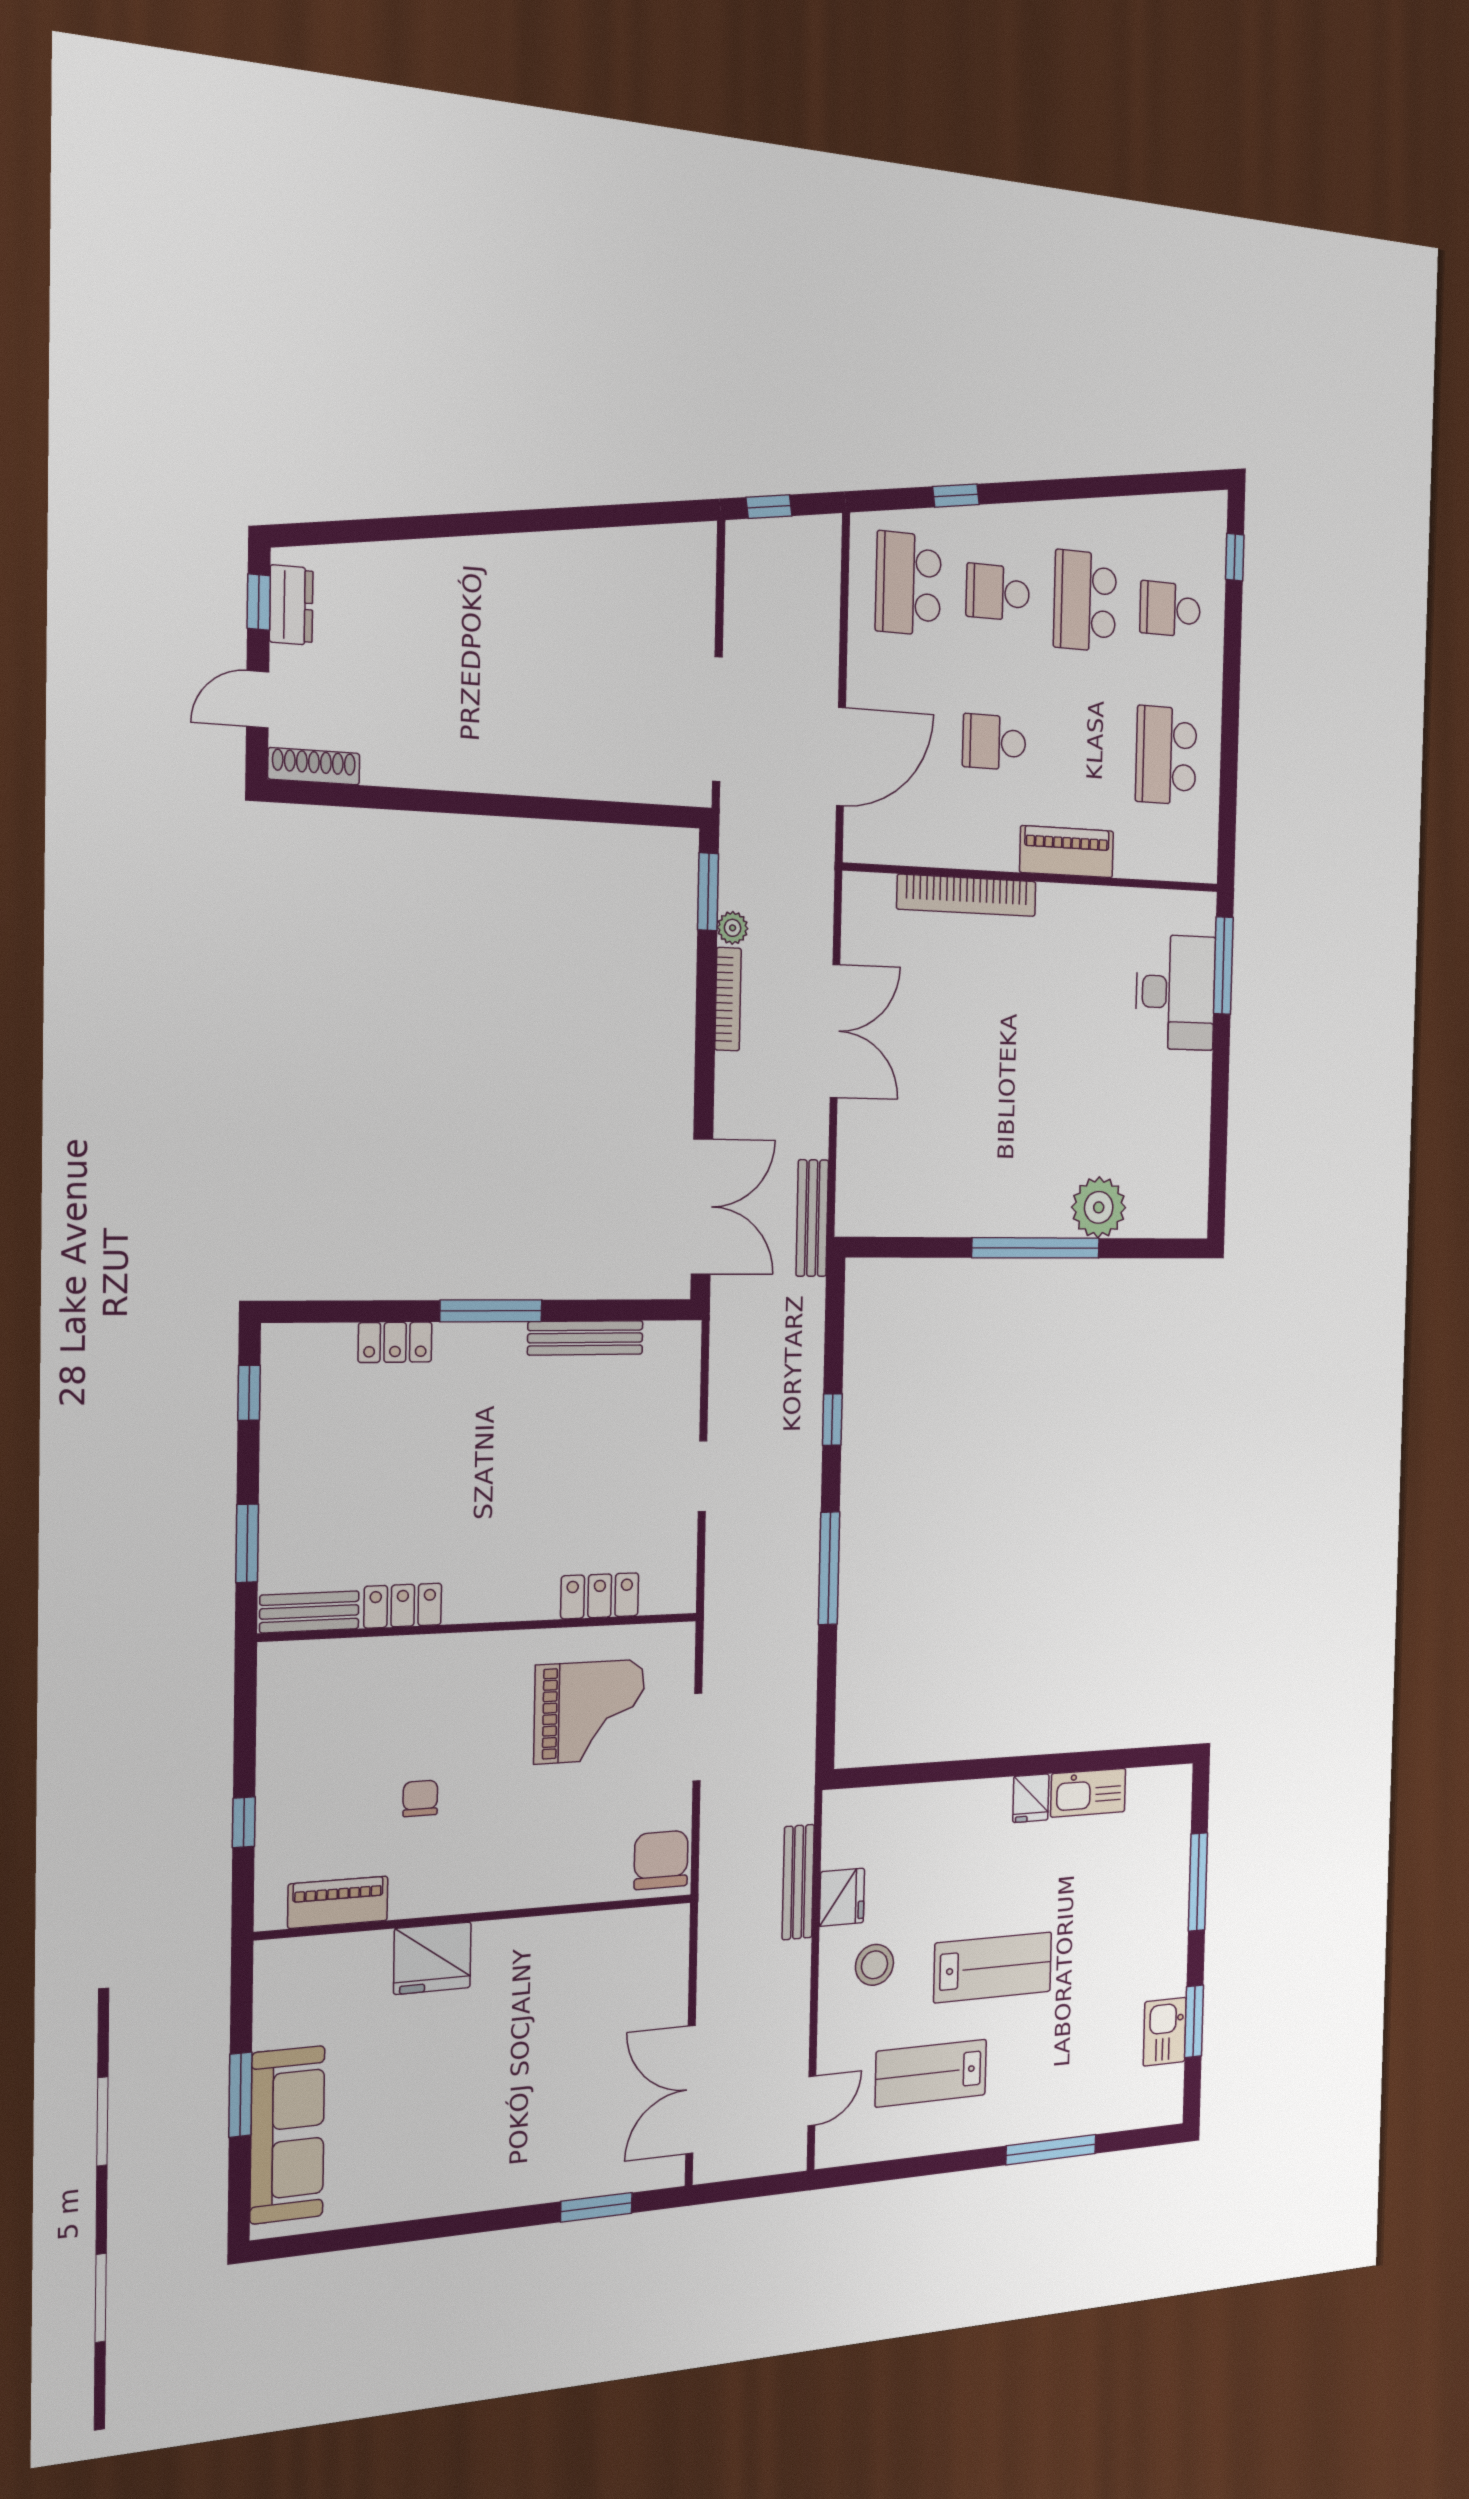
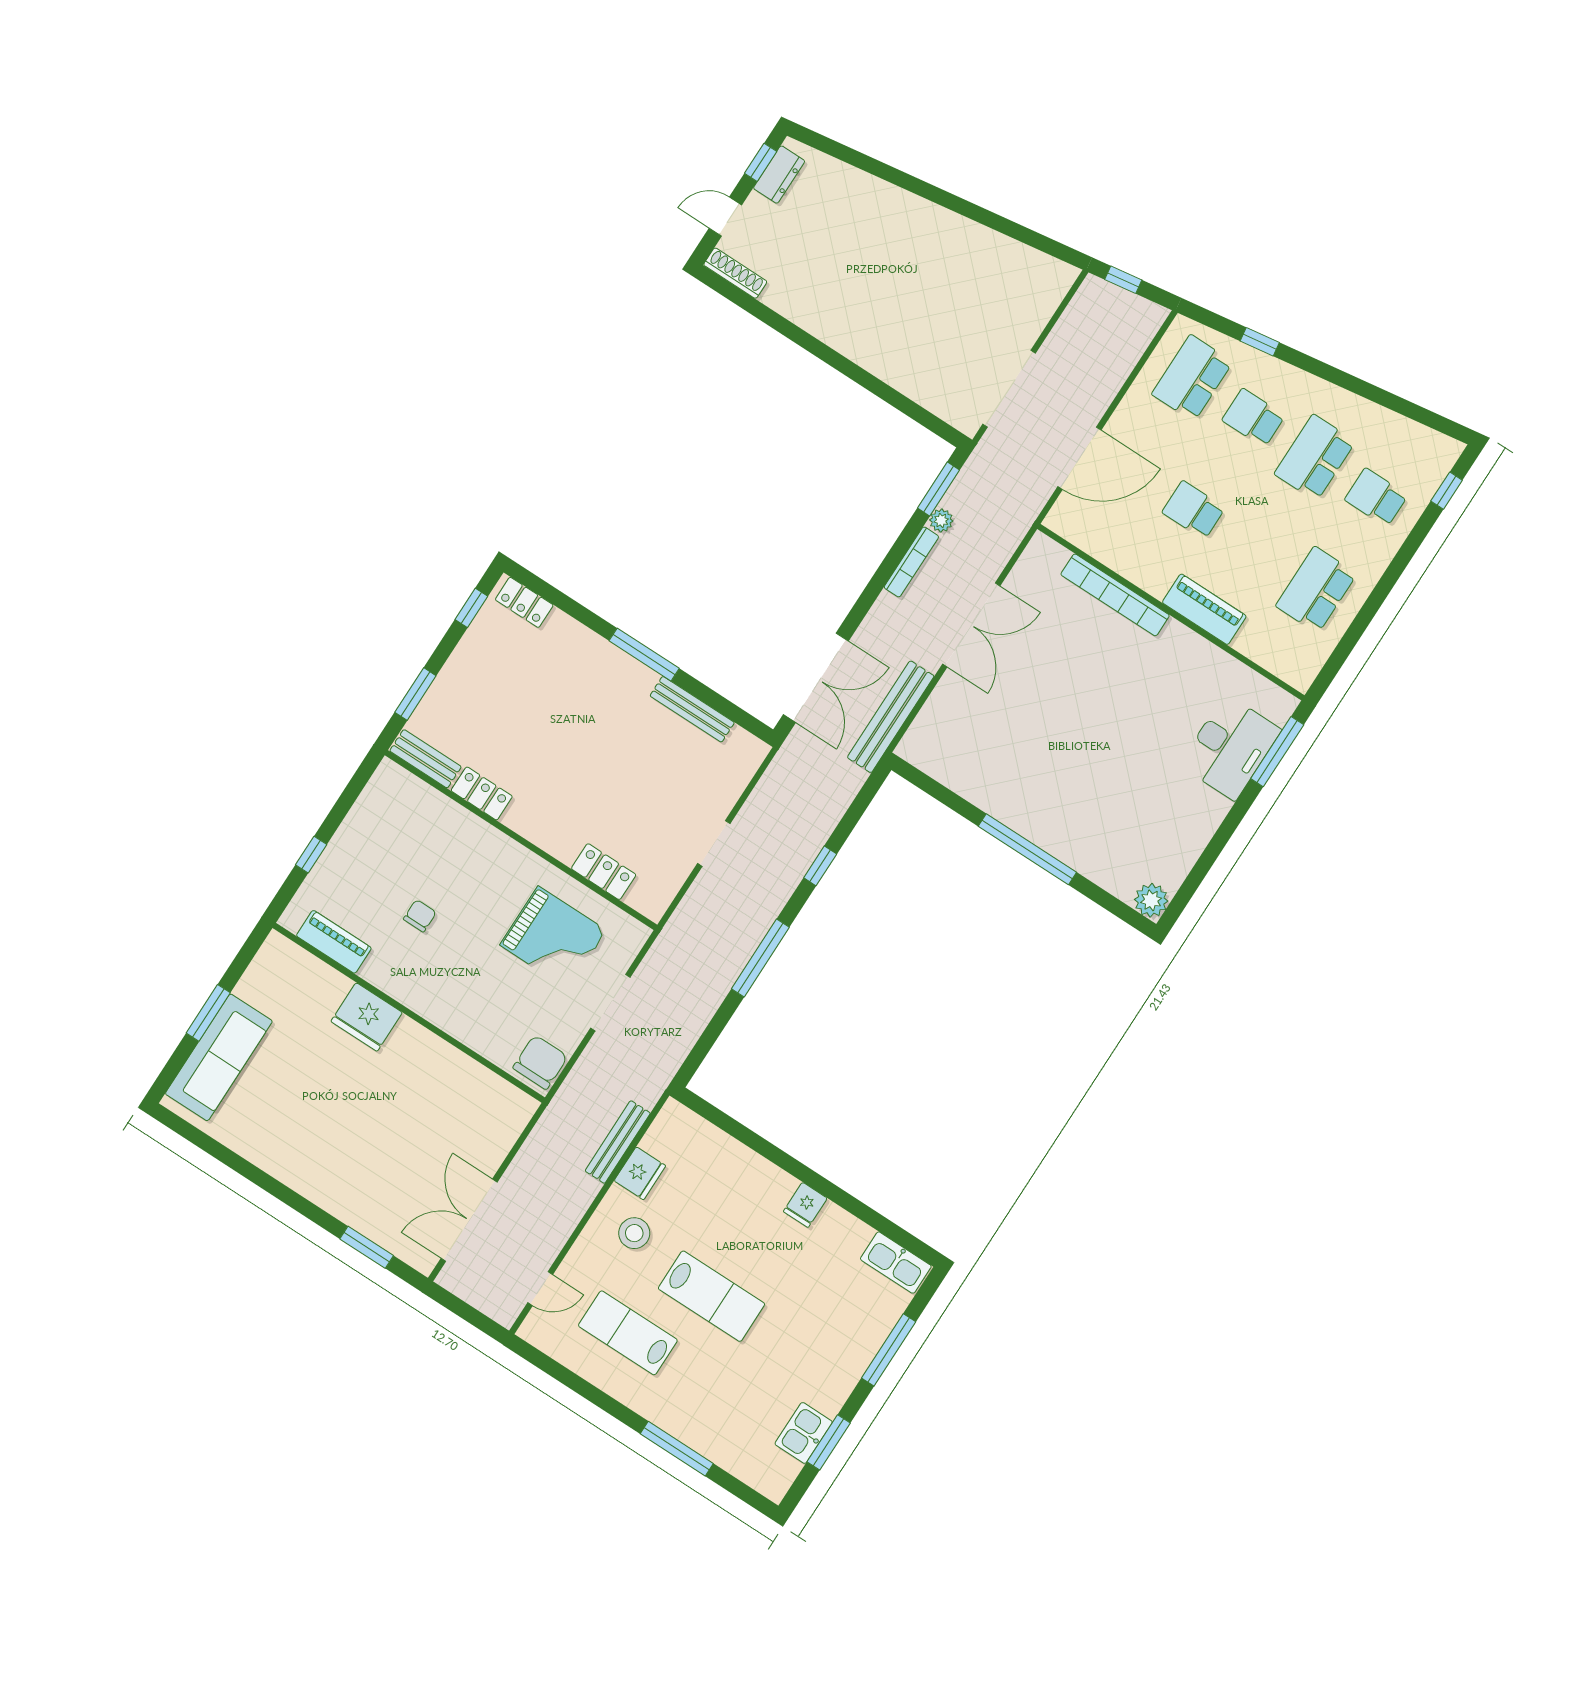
plant: (1099, 1207) -> (1151, 900), moved, width x0.73, depth x0.73
bench: (812, 1218) -> (891, 717), width x1.37, depth x1.21
locker: (395, 1342) -> (524, 602), moved
kitchen sink: (1088, 1793) -> (896, 1263), moved

